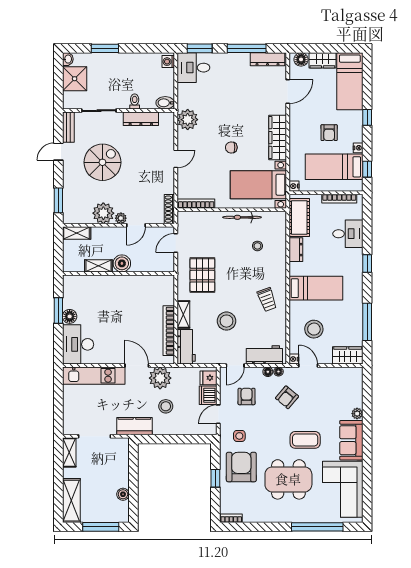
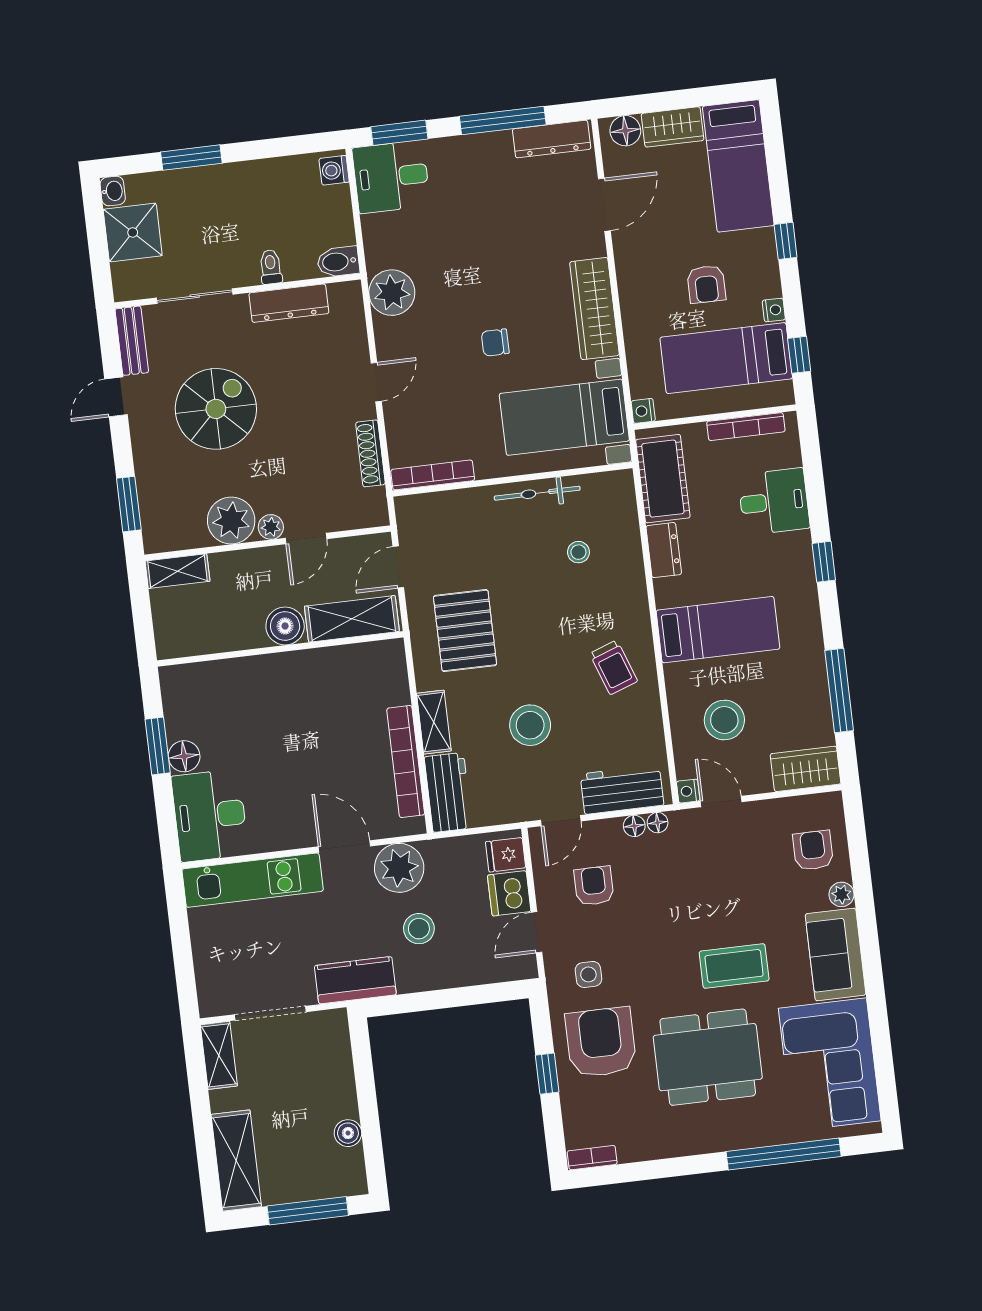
shoe rack: (169, 209) -> (370, 453), moved
shelving: (98, 266) -> (352, 619), moved, width x1.50, depth x1.33
armchair: (287, 397) -> (813, 850), moved, turned 140

